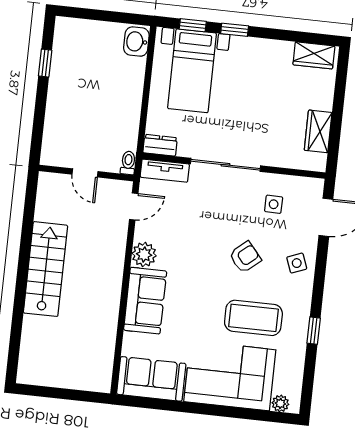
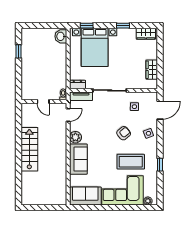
window: (235, 30) -> (123, 26), moved
bed with nightstands: (192, 71) -> (95, 47), width x1.36

